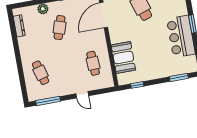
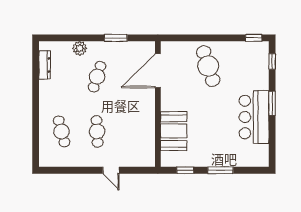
cafe table: (93, 63) -> (97, 131), moved
window: (179, 77) -> (220, 170), moved
window: (48, 101) -> (65, 170), removed

